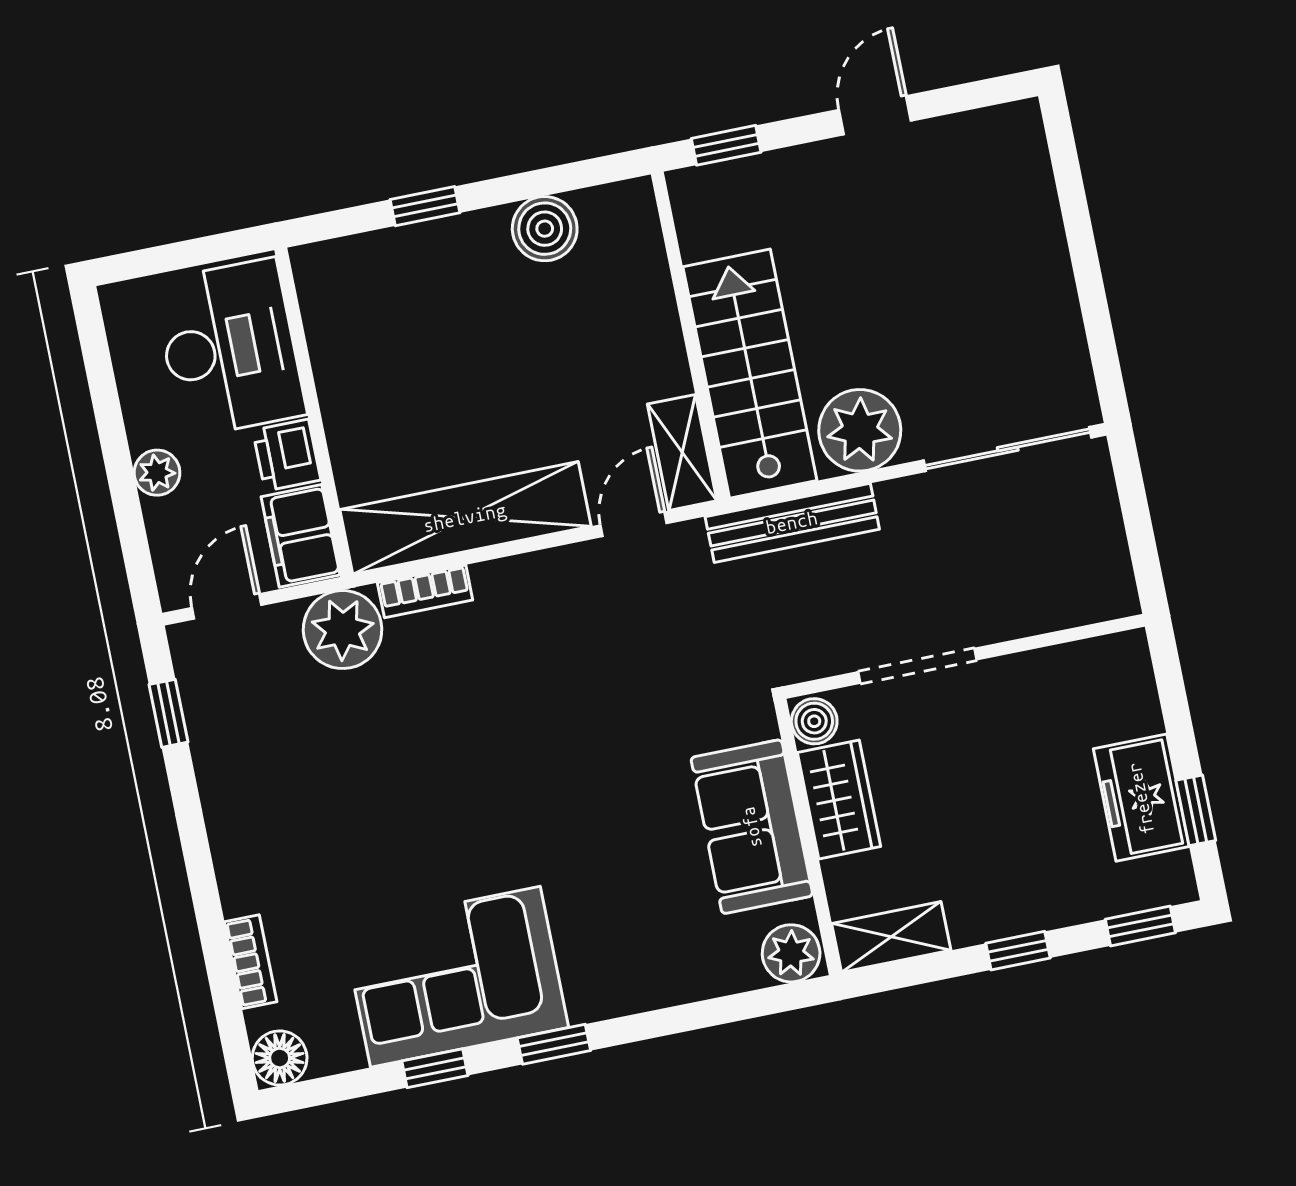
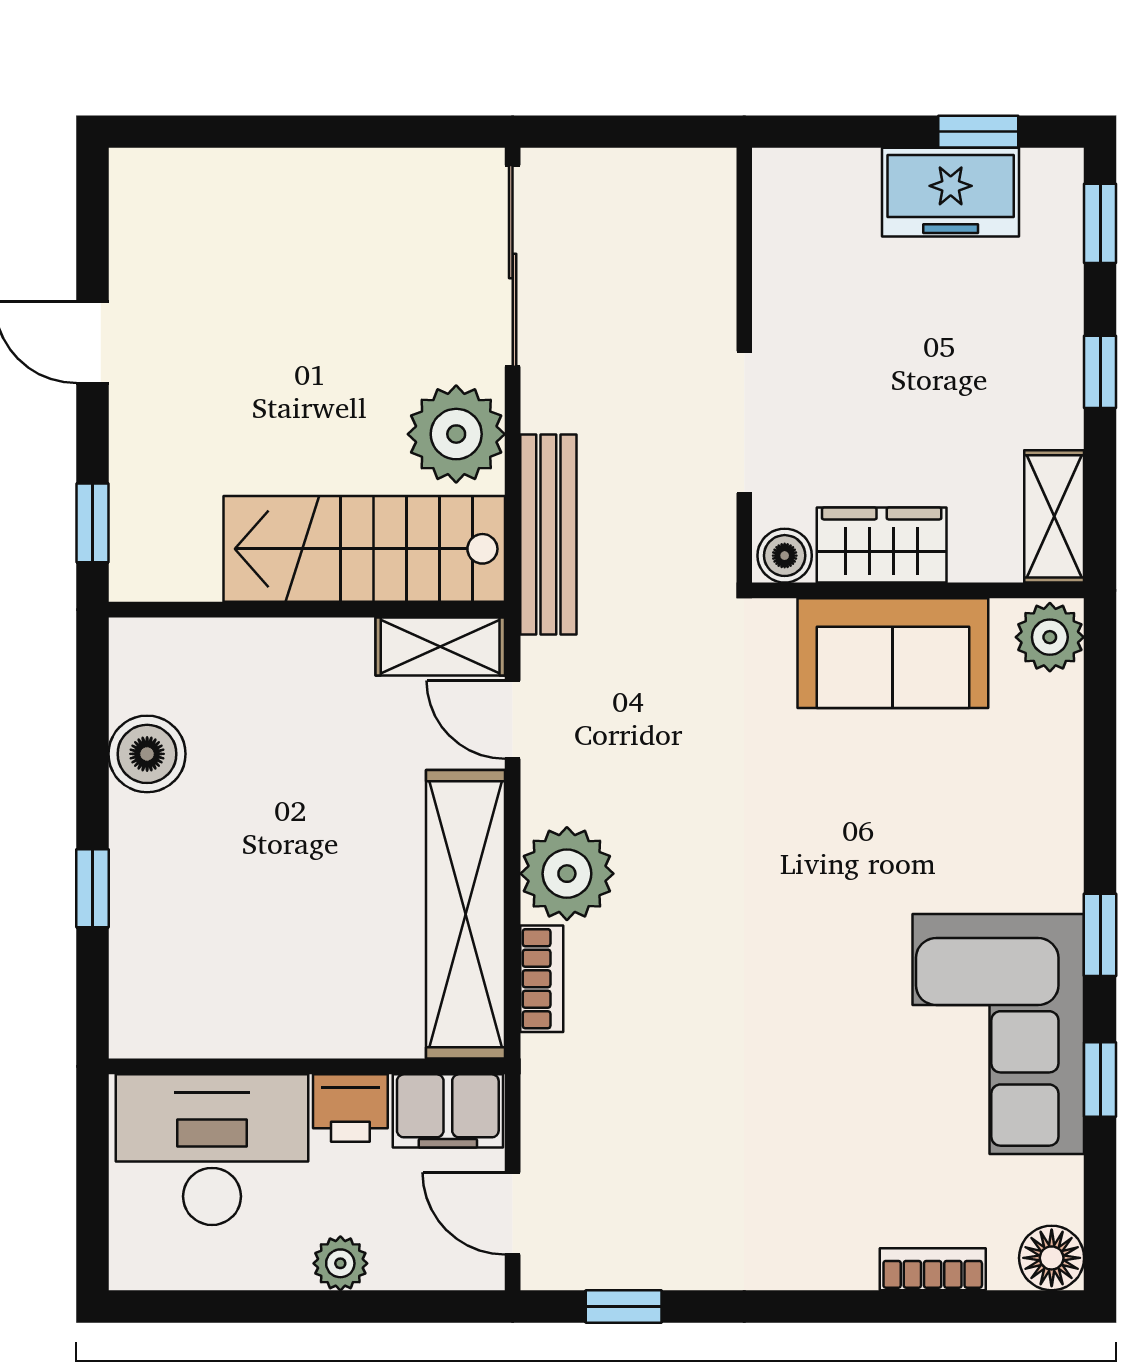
plant: (343, 630) -> (567, 874), moved

